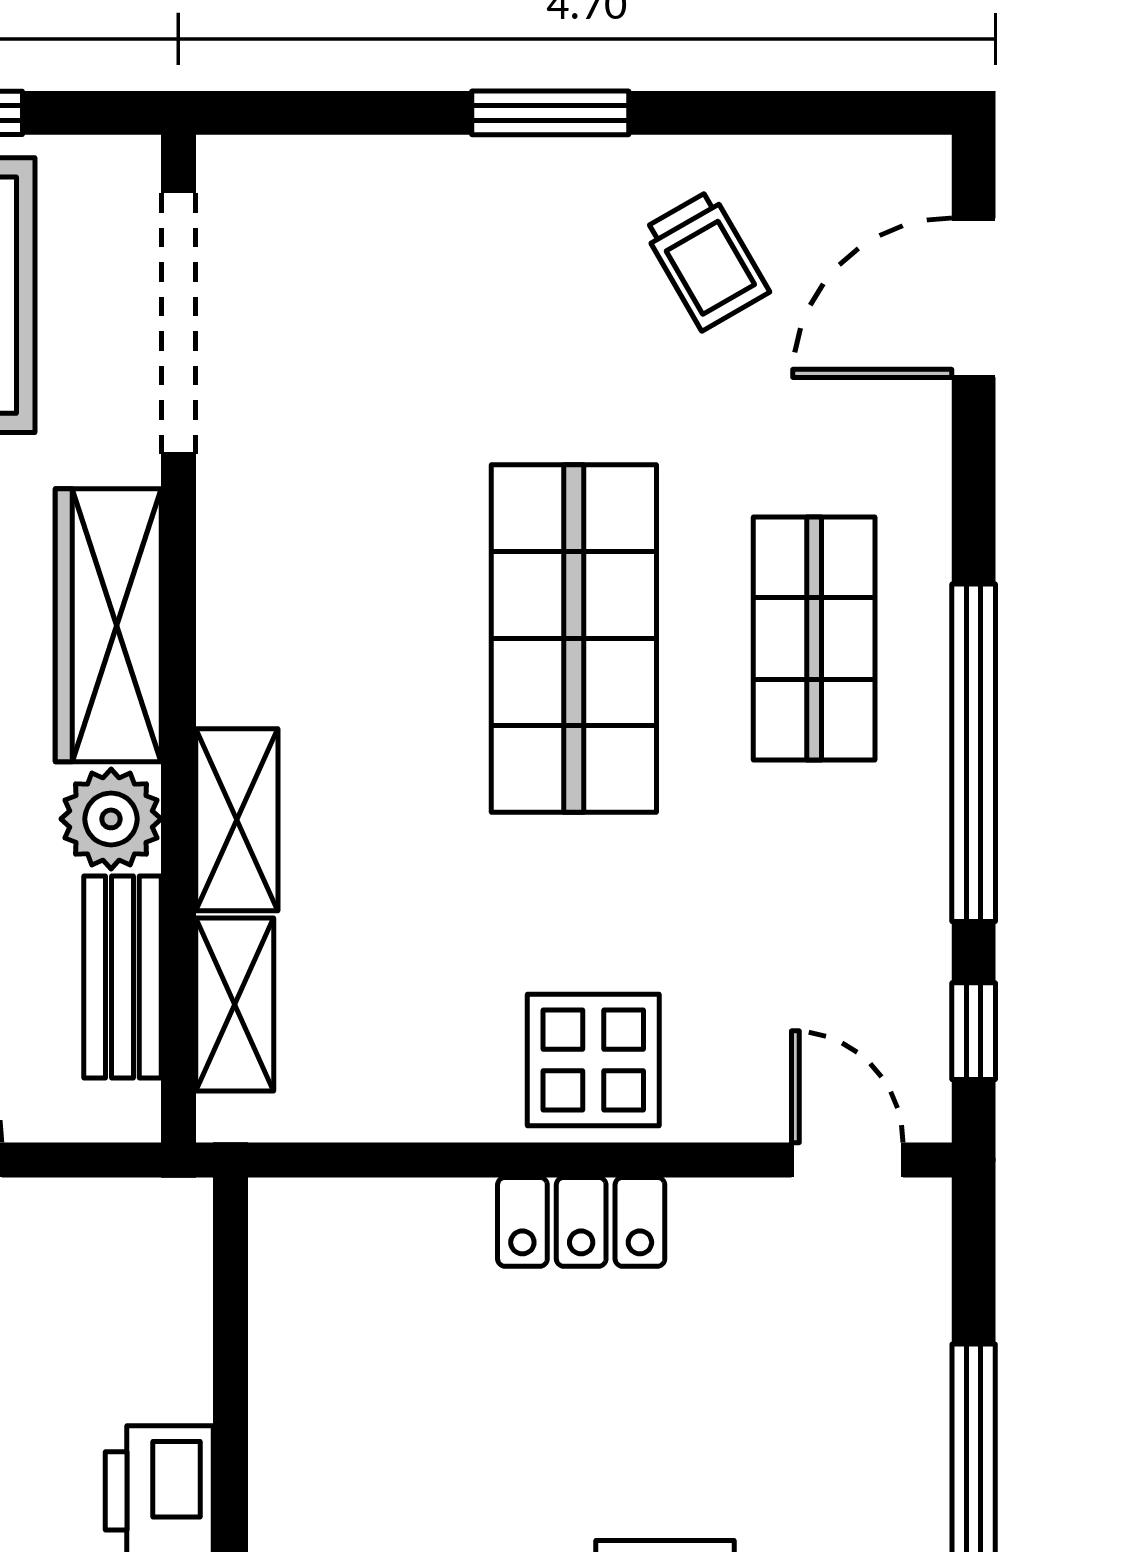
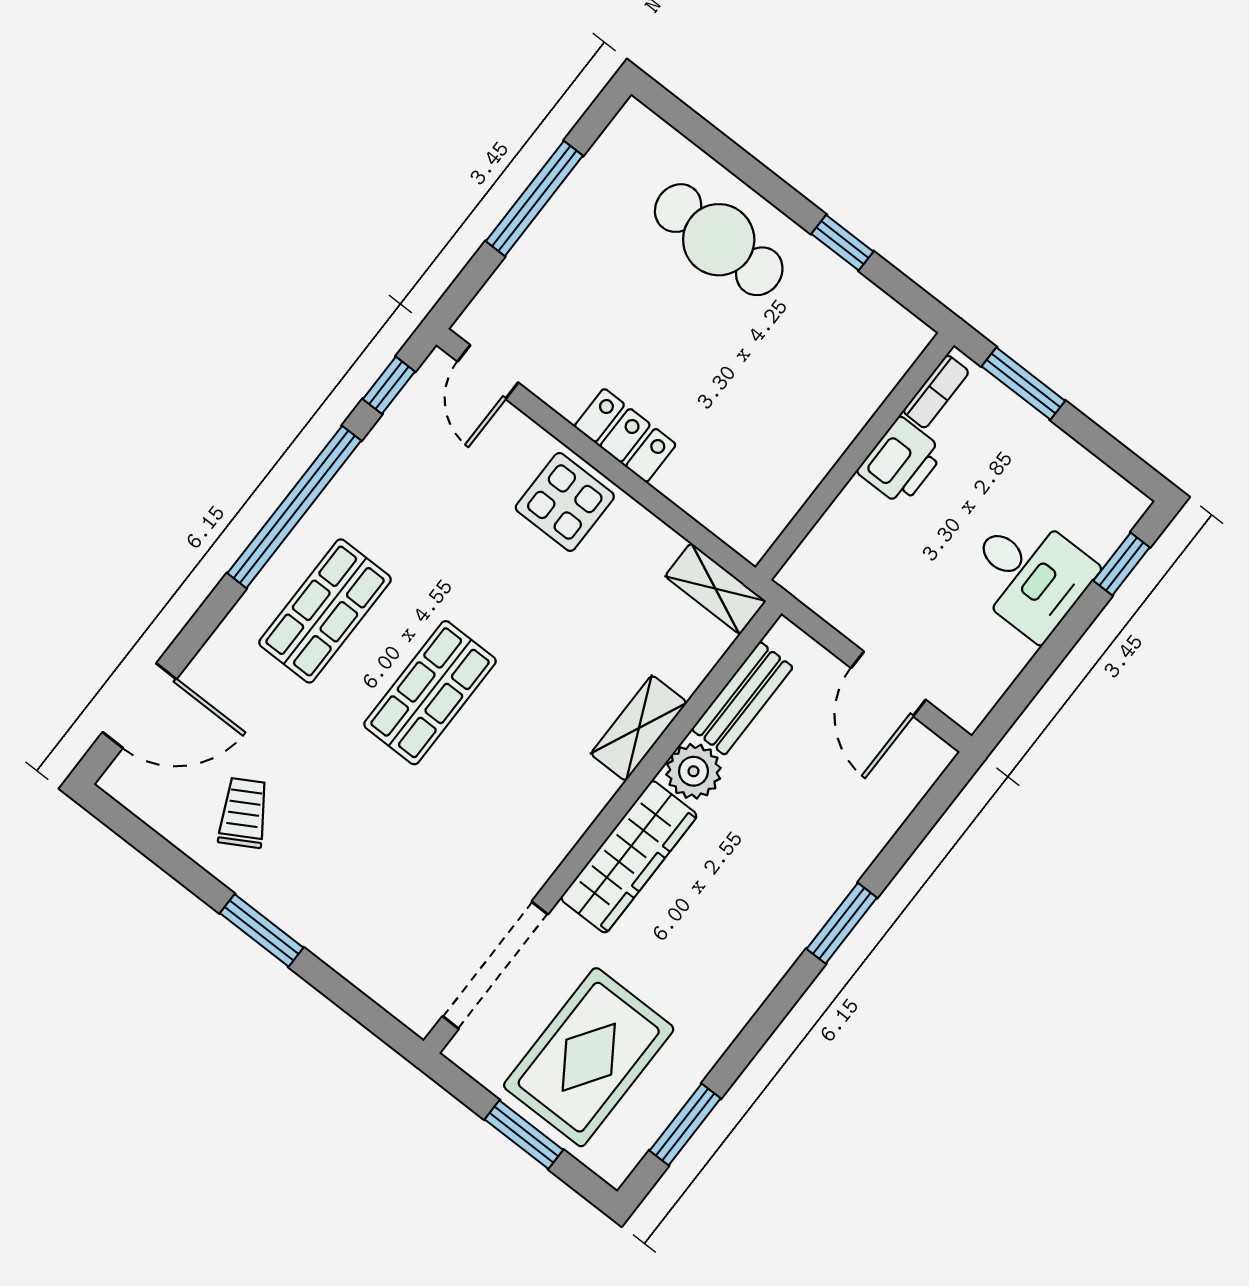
shop shelf: (574, 639) -> (430, 693), width x0.70, depth x0.74
shelving: (235, 1004) -> (715, 589), moved, turned 90

